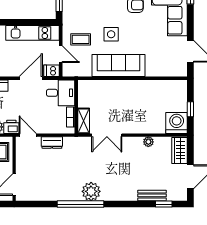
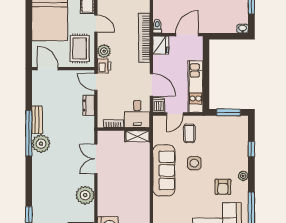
shelving: (84, 121) -> (137, 136), moved
door: (28, 135) -> (96, 82), swing flipped
plant: (148, 142) -> (85, 195), width x1.87, depth x1.87
bench: (152, 195) -> (37, 120), moved

